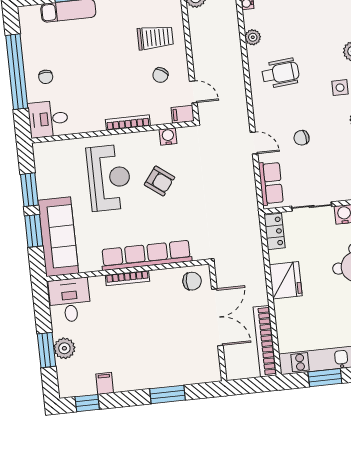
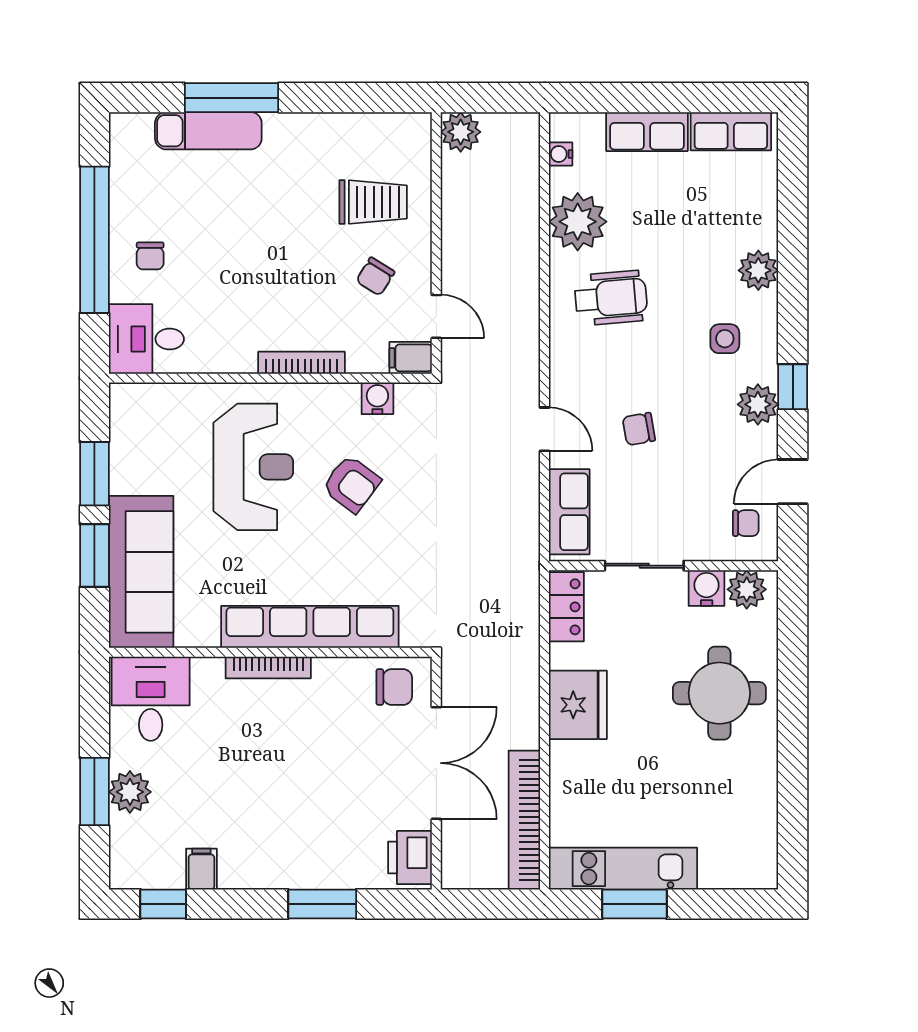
plant: (253, 37) -> (578, 222), width x1.87, depth x1.87
printer: (209, 366) -> (410, 858), added

